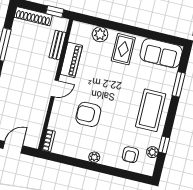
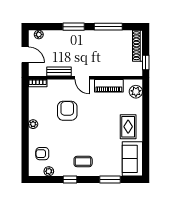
plant: (100, 34) -> (136, 92), moved
bench: (57, 45) -> (59, 71), moved
rug: (123, 49) -> (128, 127), turned 90
coffee table: (151, 110) -> (83, 162), width x0.54, depth x0.58
window: (164, 145) -> (70, 179), moved

